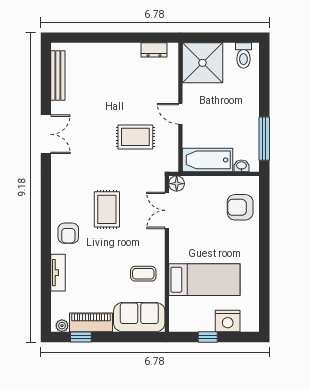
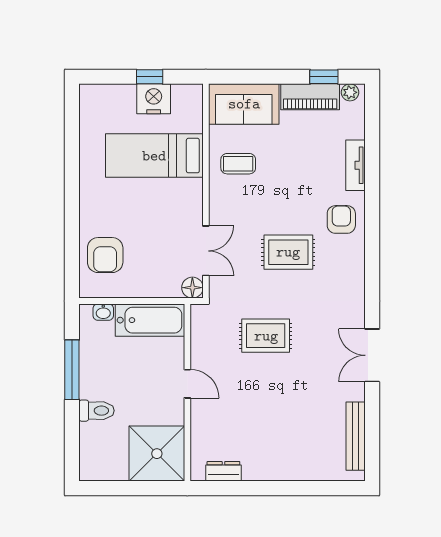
toilet: (243, 56) -> (96, 411), moved, turned 90
rug: (135, 137) -> (266, 336), moved
window: (264, 139) -> (72, 370), moved
armchair: (240, 207) -> (105, 255), turned 90
rug: (107, 209) -> (288, 252), turned 90
nightstand: (228, 321) -> (154, 99), moved

